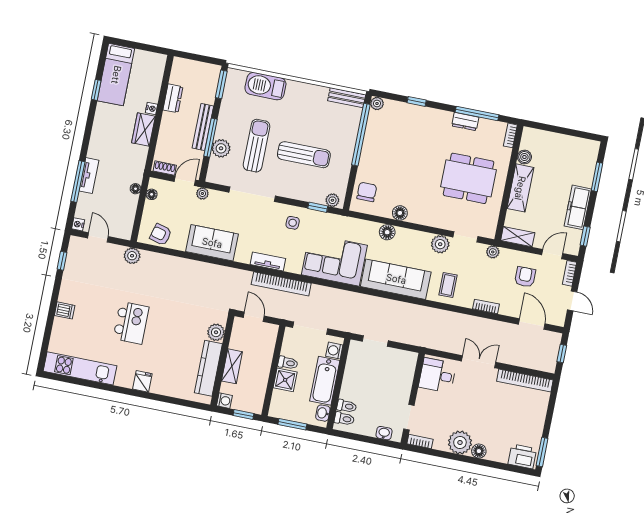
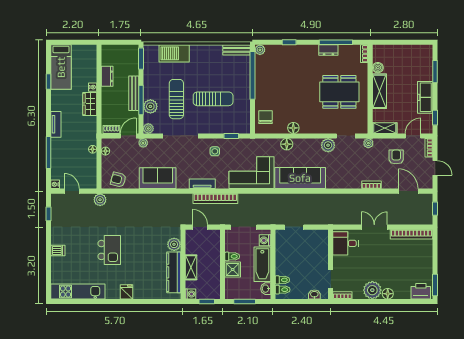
tv unit: (89, 176) -> (56, 124), moved
plant: (332, 200) -> (148, 128), moved
coffee table: (448, 285) -> (340, 175), removed

